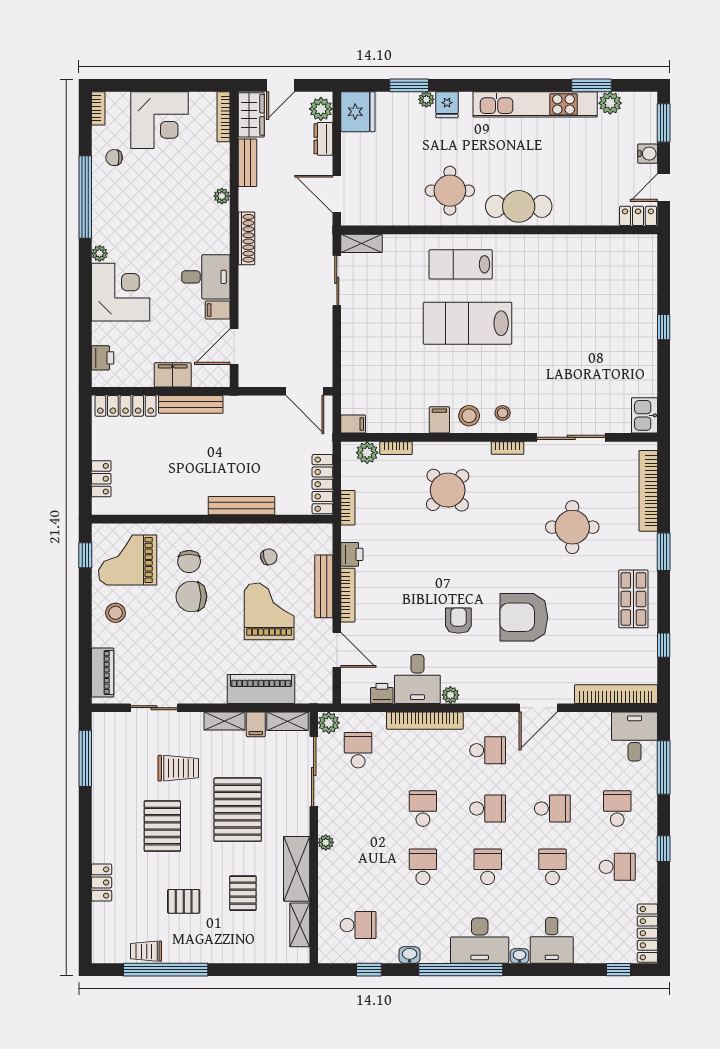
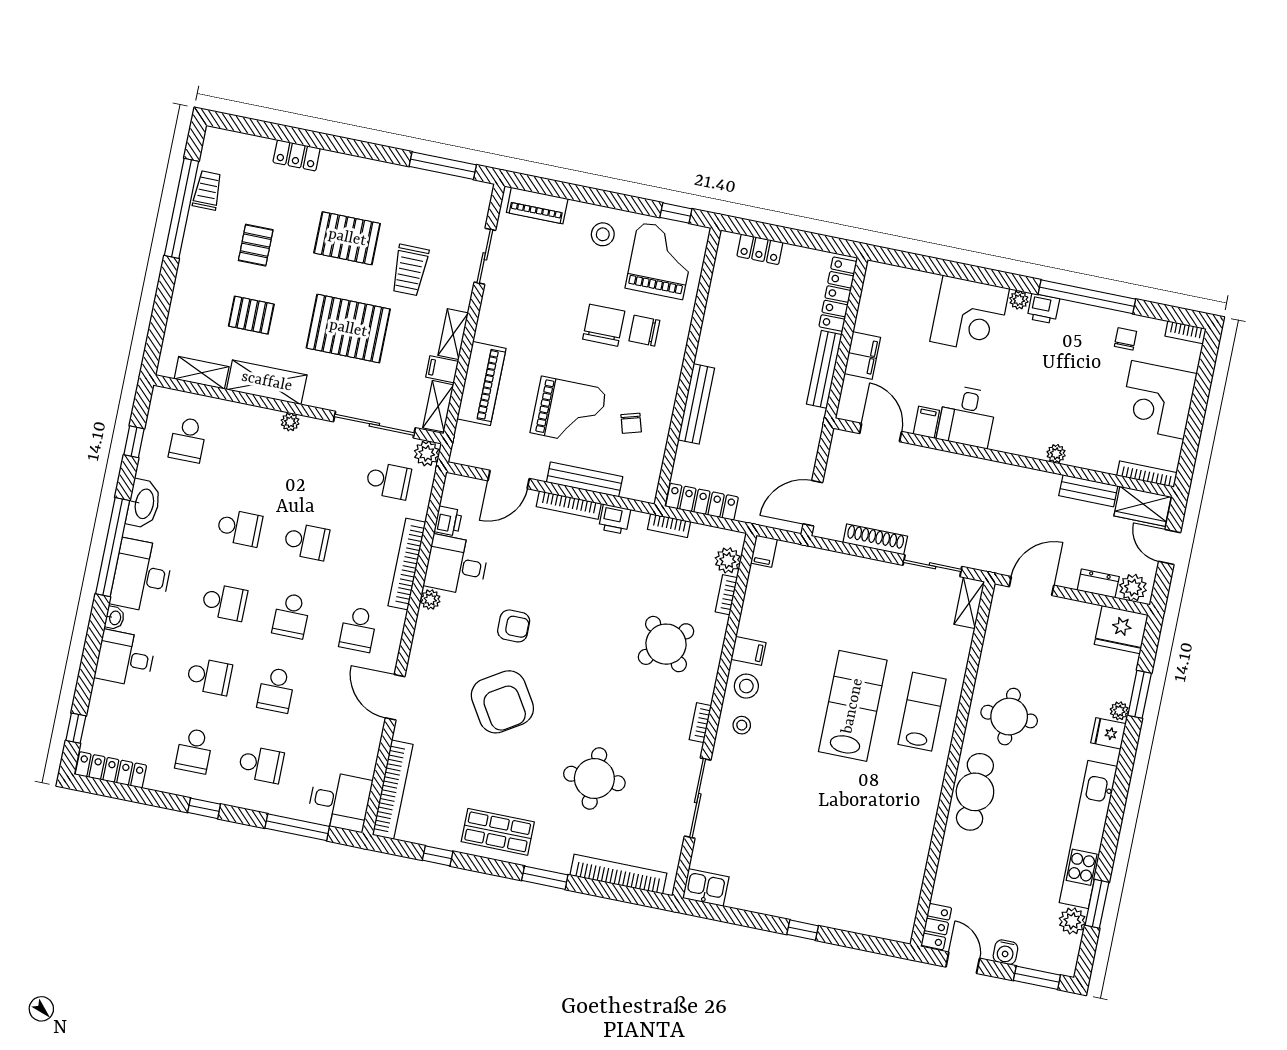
shoe rack: (246, 238) -> (875, 539), moved, turned 180
printer: (103, 358) -> (1043, 309), moved
armchair: (524, 617) -> (502, 702), turned 148
washbasin: (410, 955) -> (144, 504), width x1.91, depth x1.45

